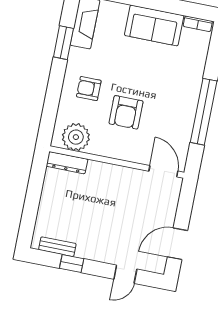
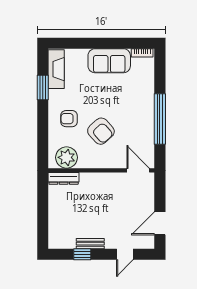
armchair: (126, 112) -> (101, 131), turned -42
bench: (57, 247) -> (90, 244), moved

